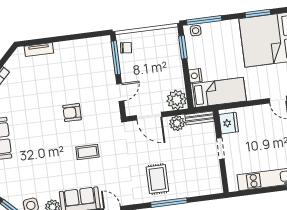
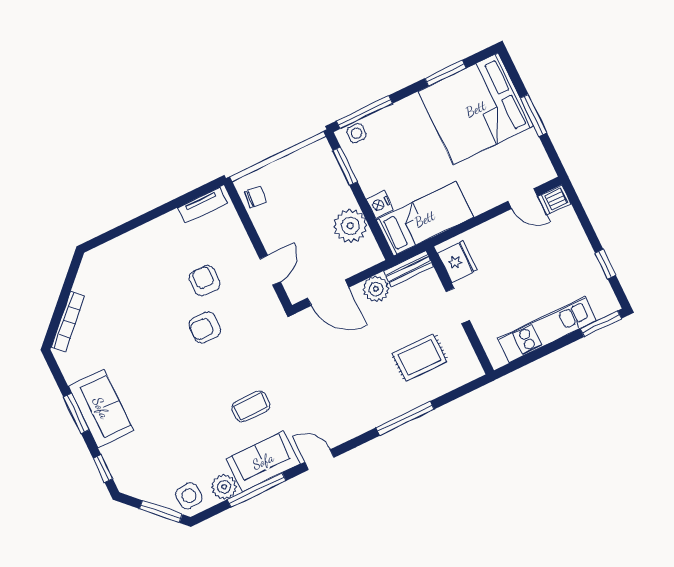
tv unit: (39, 50) -> (203, 205), moved
window: (116, 58) -> (245, 218), removed
armchair: (81, 86) -> (205, 281), added
plant: (177, 100) -> (350, 226), moved
coffee table: (87, 152) -> (251, 406), moved
rug: (157, 179) -> (420, 357), moved, turned 90

